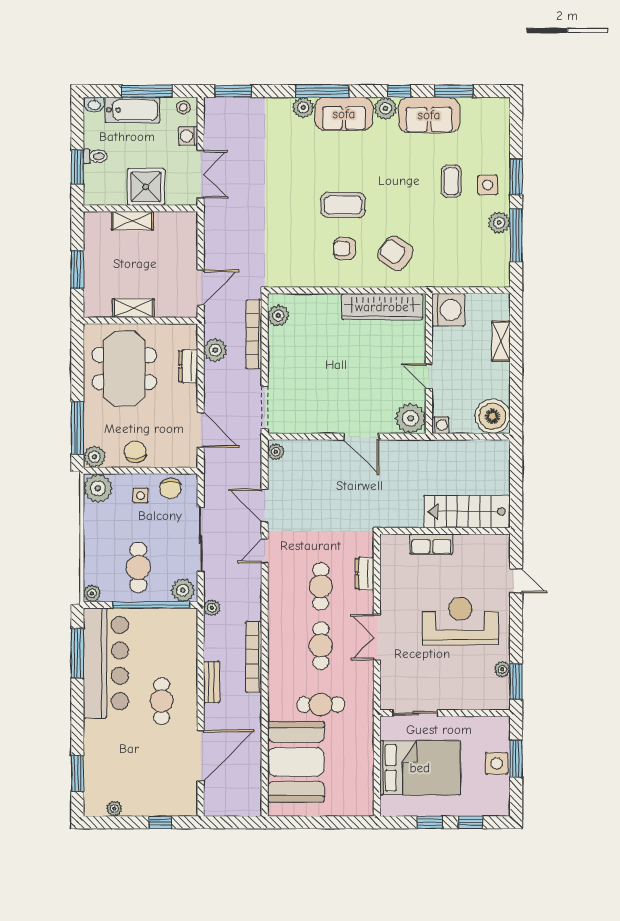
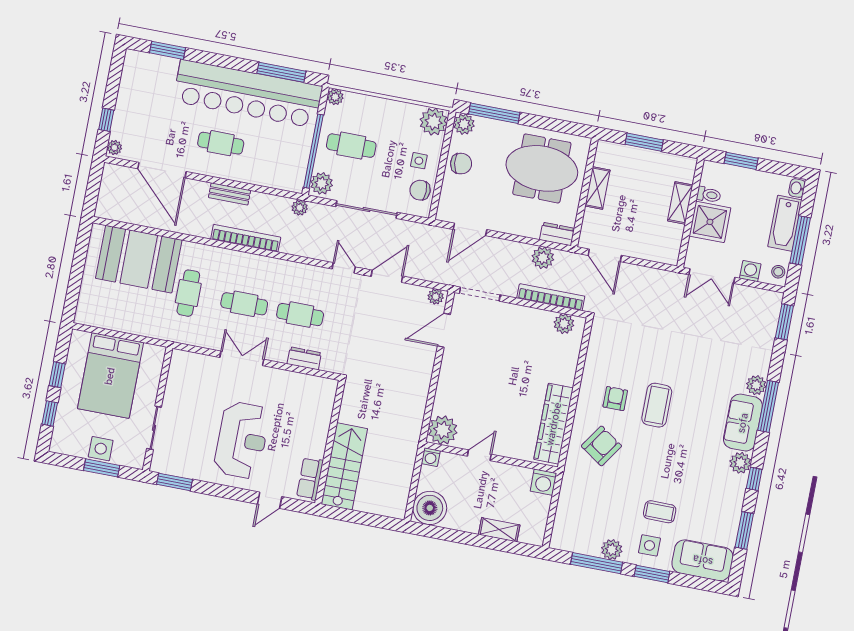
sofa: (429, 115) -> (703, 560), moved, turned 90
toilet: (95, 156) -> (709, 195), moved, turned -90
washing machine: (448, 310) -> (543, 482), width x0.73, depth x0.73
dresser: (188, 366) -> (557, 234), moved
door: (361, 437) -> (444, 330), moved
row of seats: (431, 544) -> (310, 479), moved
bar counter: (106, 663) -> (248, 94), width x1.36
plant: (502, 669) -> (189, 471), removed
sliding door: (415, 713) -> (154, 428), moved
plant: (114, 809) -> (114, 147), moved

